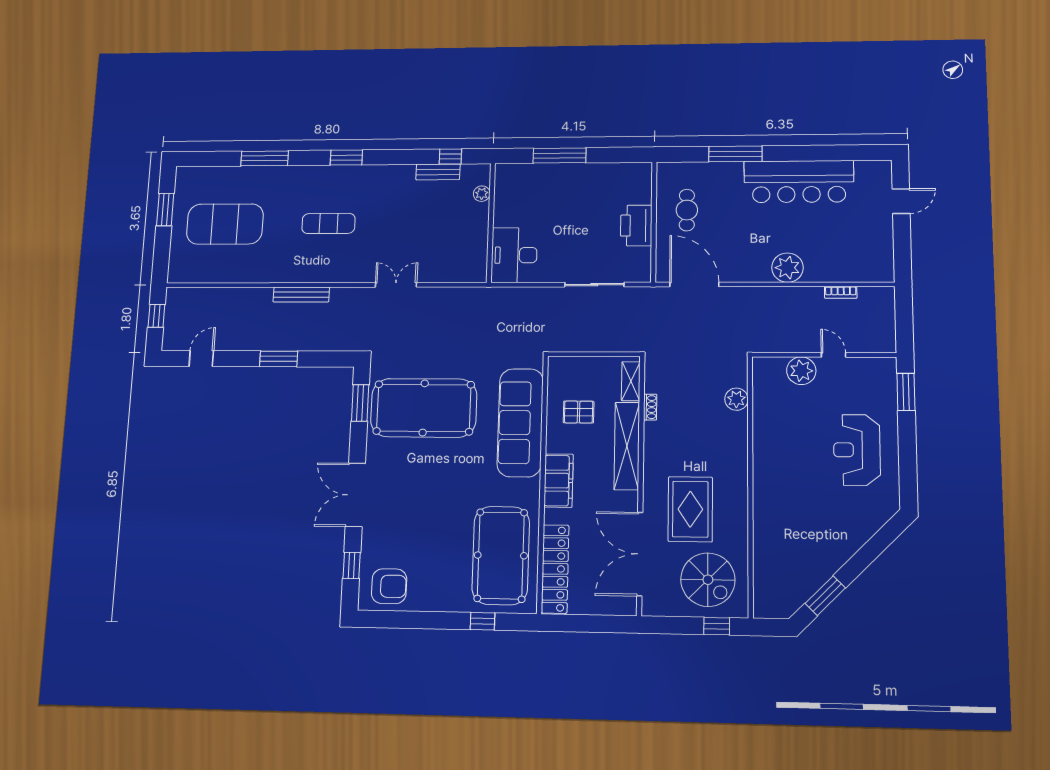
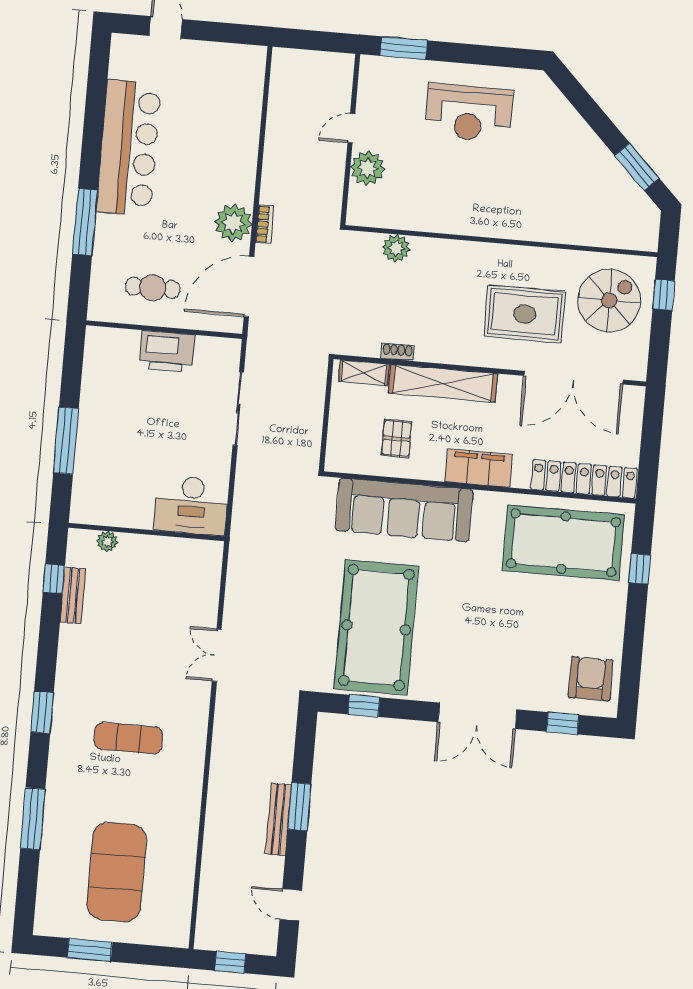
exercise mat: (328, 223) -> (128, 738), turned 90
plant: (787, 268) -> (233, 223), moved
bookcase: (841, 292) -> (265, 224), moved
bench: (301, 294) -> (278, 819), moved
window: (360, 403) -> (364, 706), width x0.67

